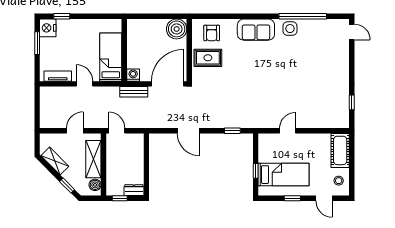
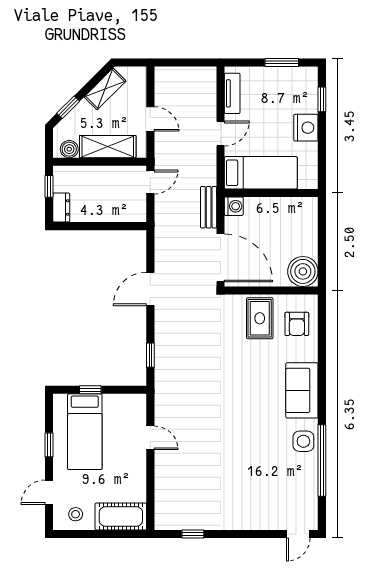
nightstand: (48, 28) -> (306, 128), moved, turned 90
armchair: (212, 33) -> (297, 324), turned -90

